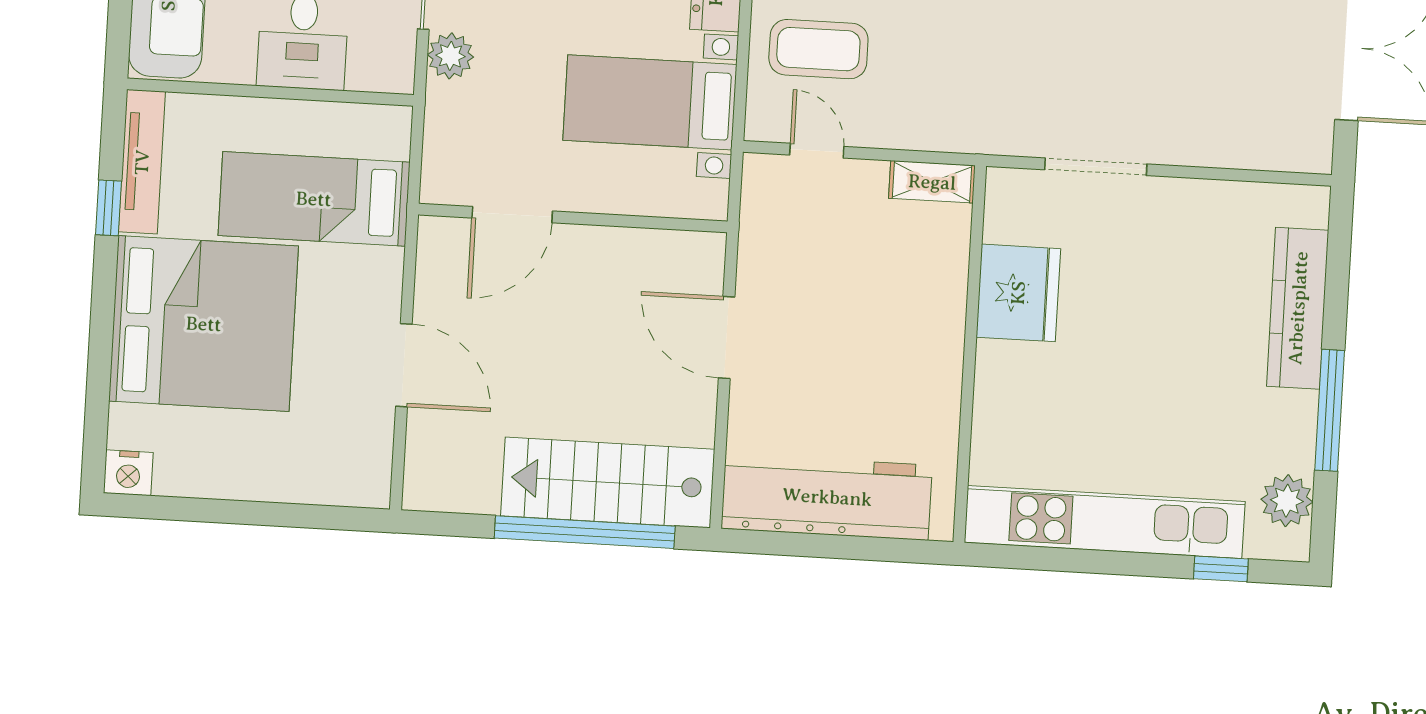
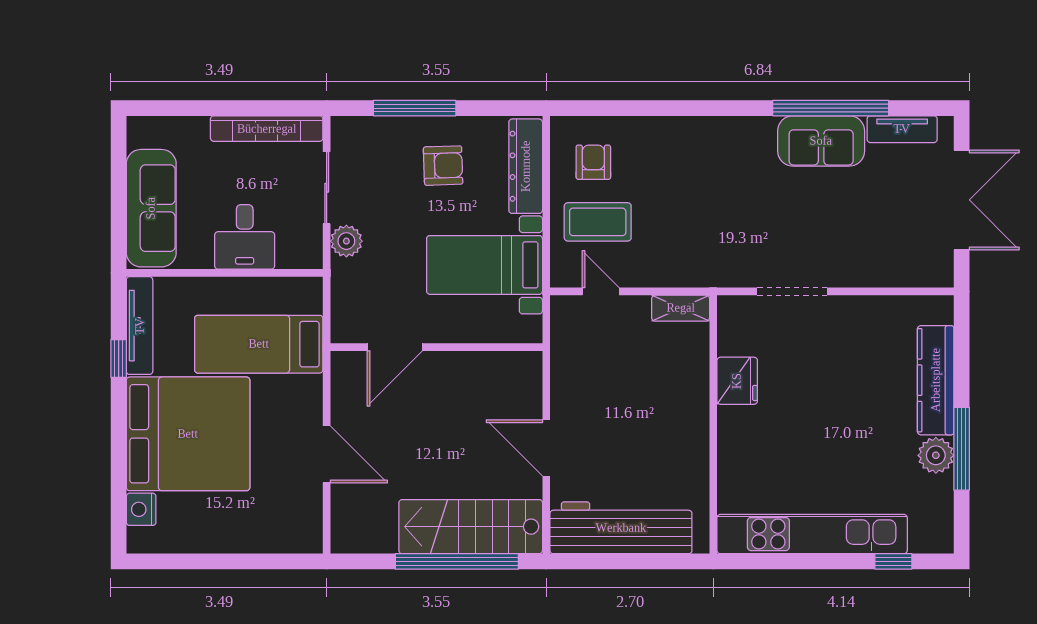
fridge: (1018, 293) -> (737, 381), width x0.73, depth x0.75
door: (727, 337) -> (546, 448), moved
nightstand: (128, 473) -> (141, 509), moved, turned 90
plant: (1287, 501) -> (936, 455), moved

